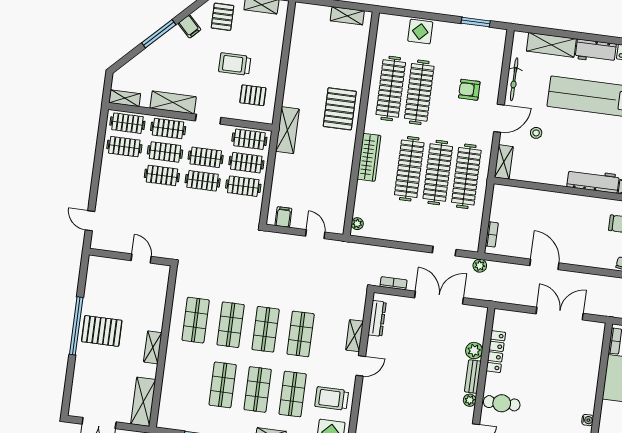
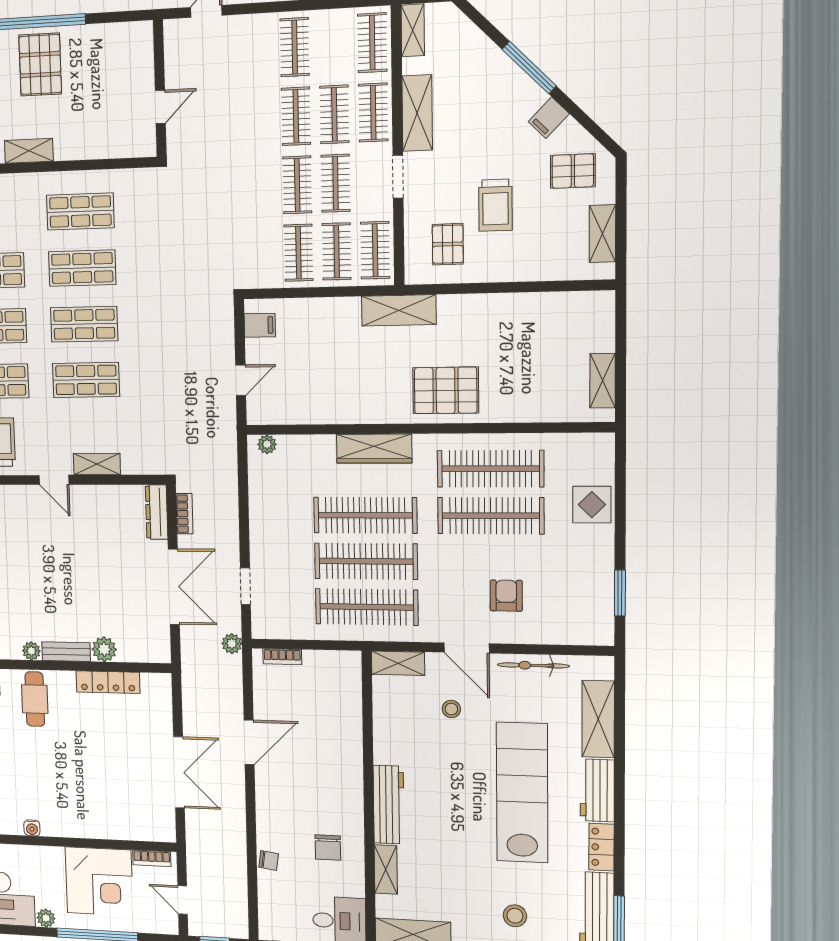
trolley: (235, 64) -> (495, 205), turned 180
clothes rail: (124, 147) -> (295, 47), moved
dresser: (377, 318) -> (157, 512), moved, turned 90

